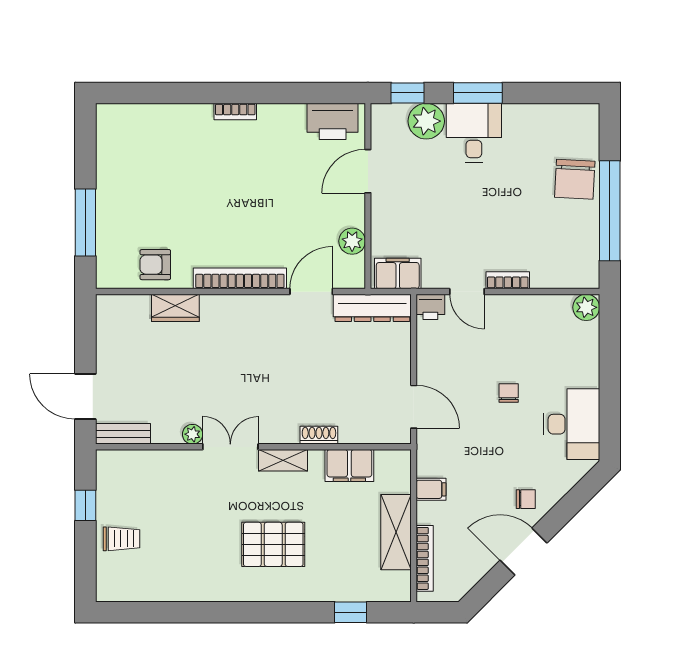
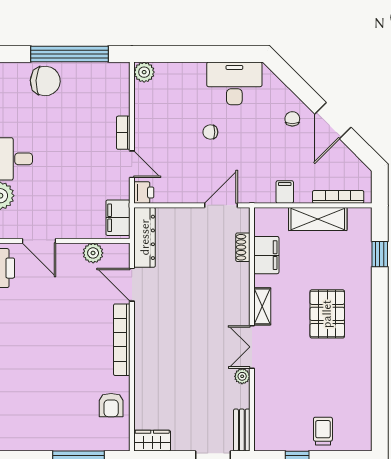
door: (467, 292) -> (132, 164), hinge flipped
wardrobe: (175, 308) -> (152, 441), moved, turned -90
shoe rack: (319, 435) -> (243, 247), moved

